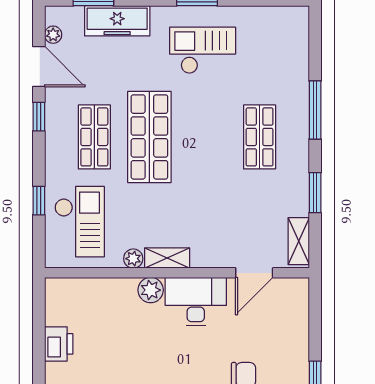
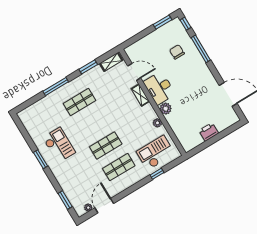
freezer: (117, 21) -> (68, 186), removed
checkout: (203, 50) -> (59, 145), turned 180
window: (39, 117) -> (124, 194), removed
shop shelf: (149, 137) -> (106, 145), width x0.70, depth x0.74
shelving: (167, 258) -> (140, 95), moved

